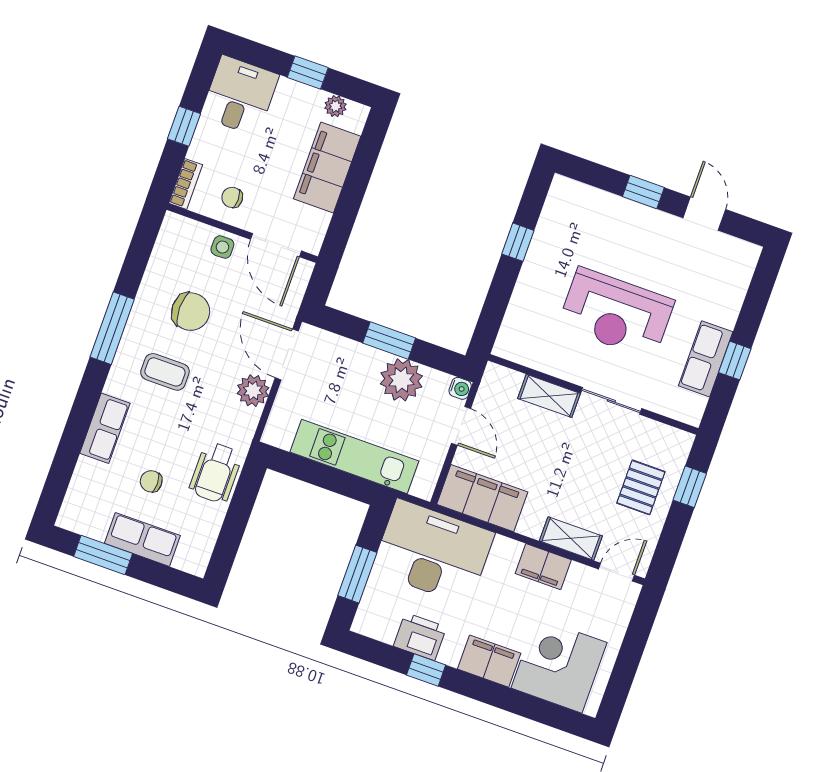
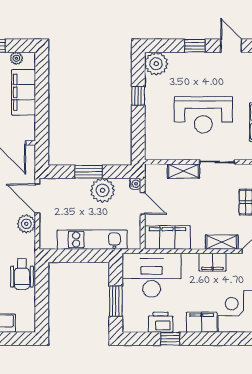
plant: (567, 199) -> (156, 64), added

